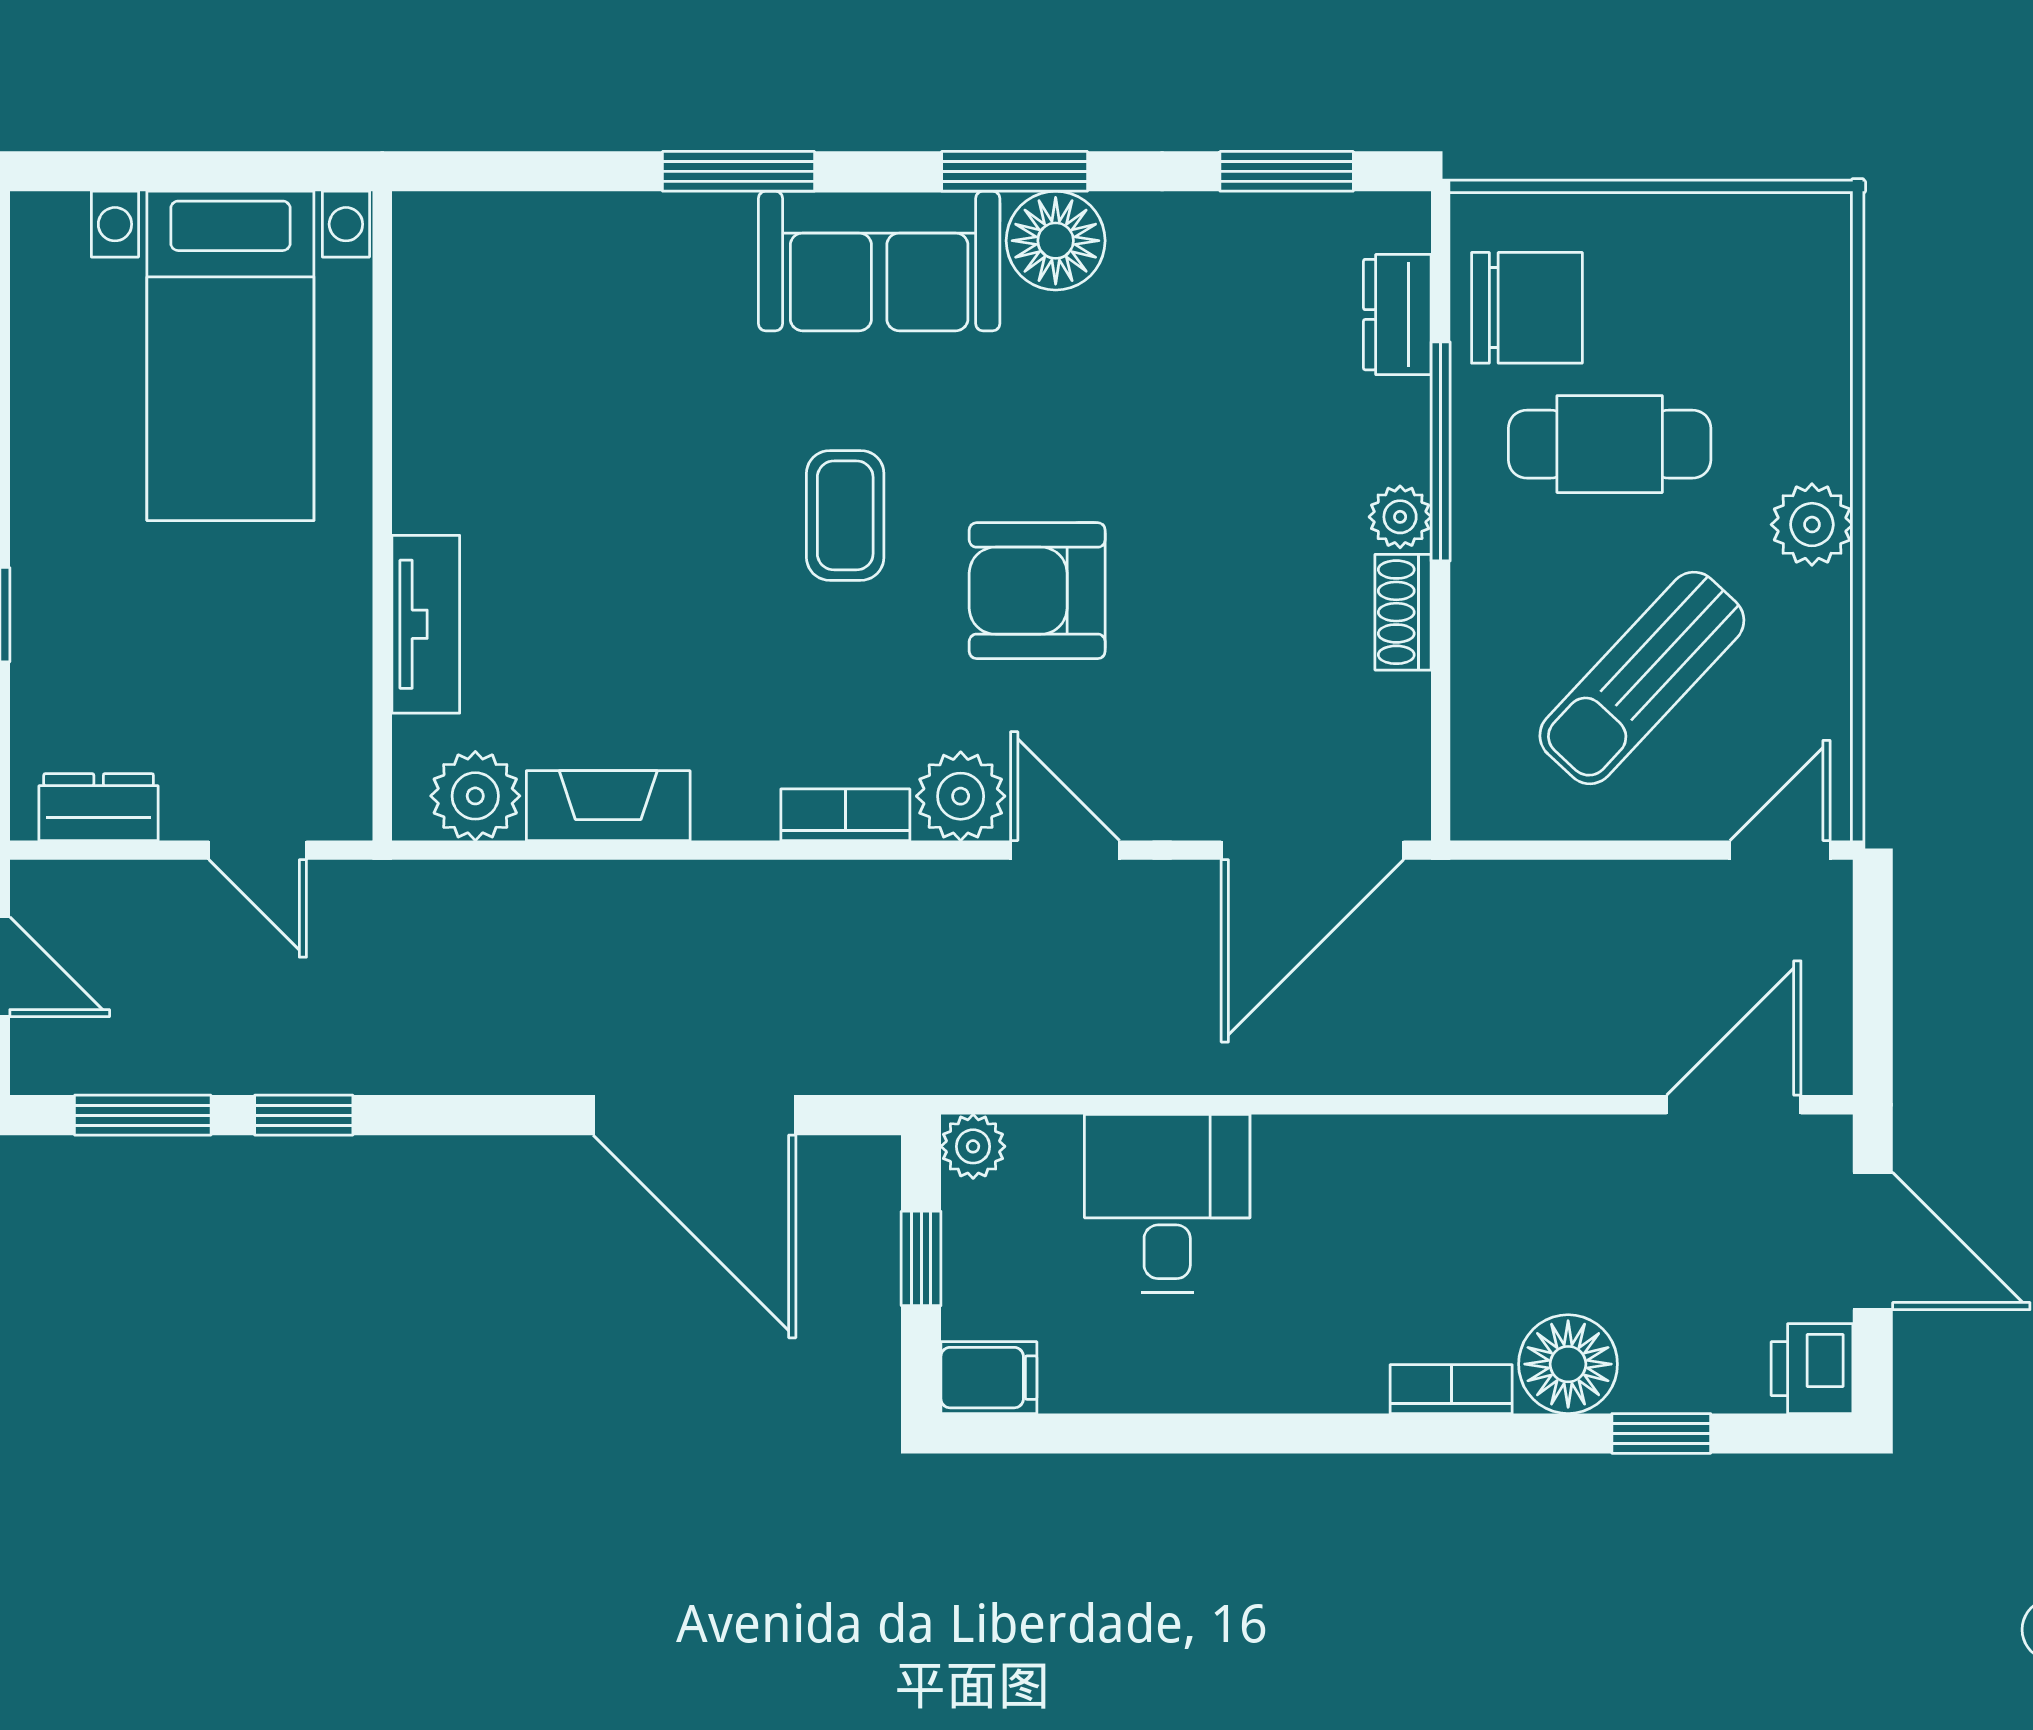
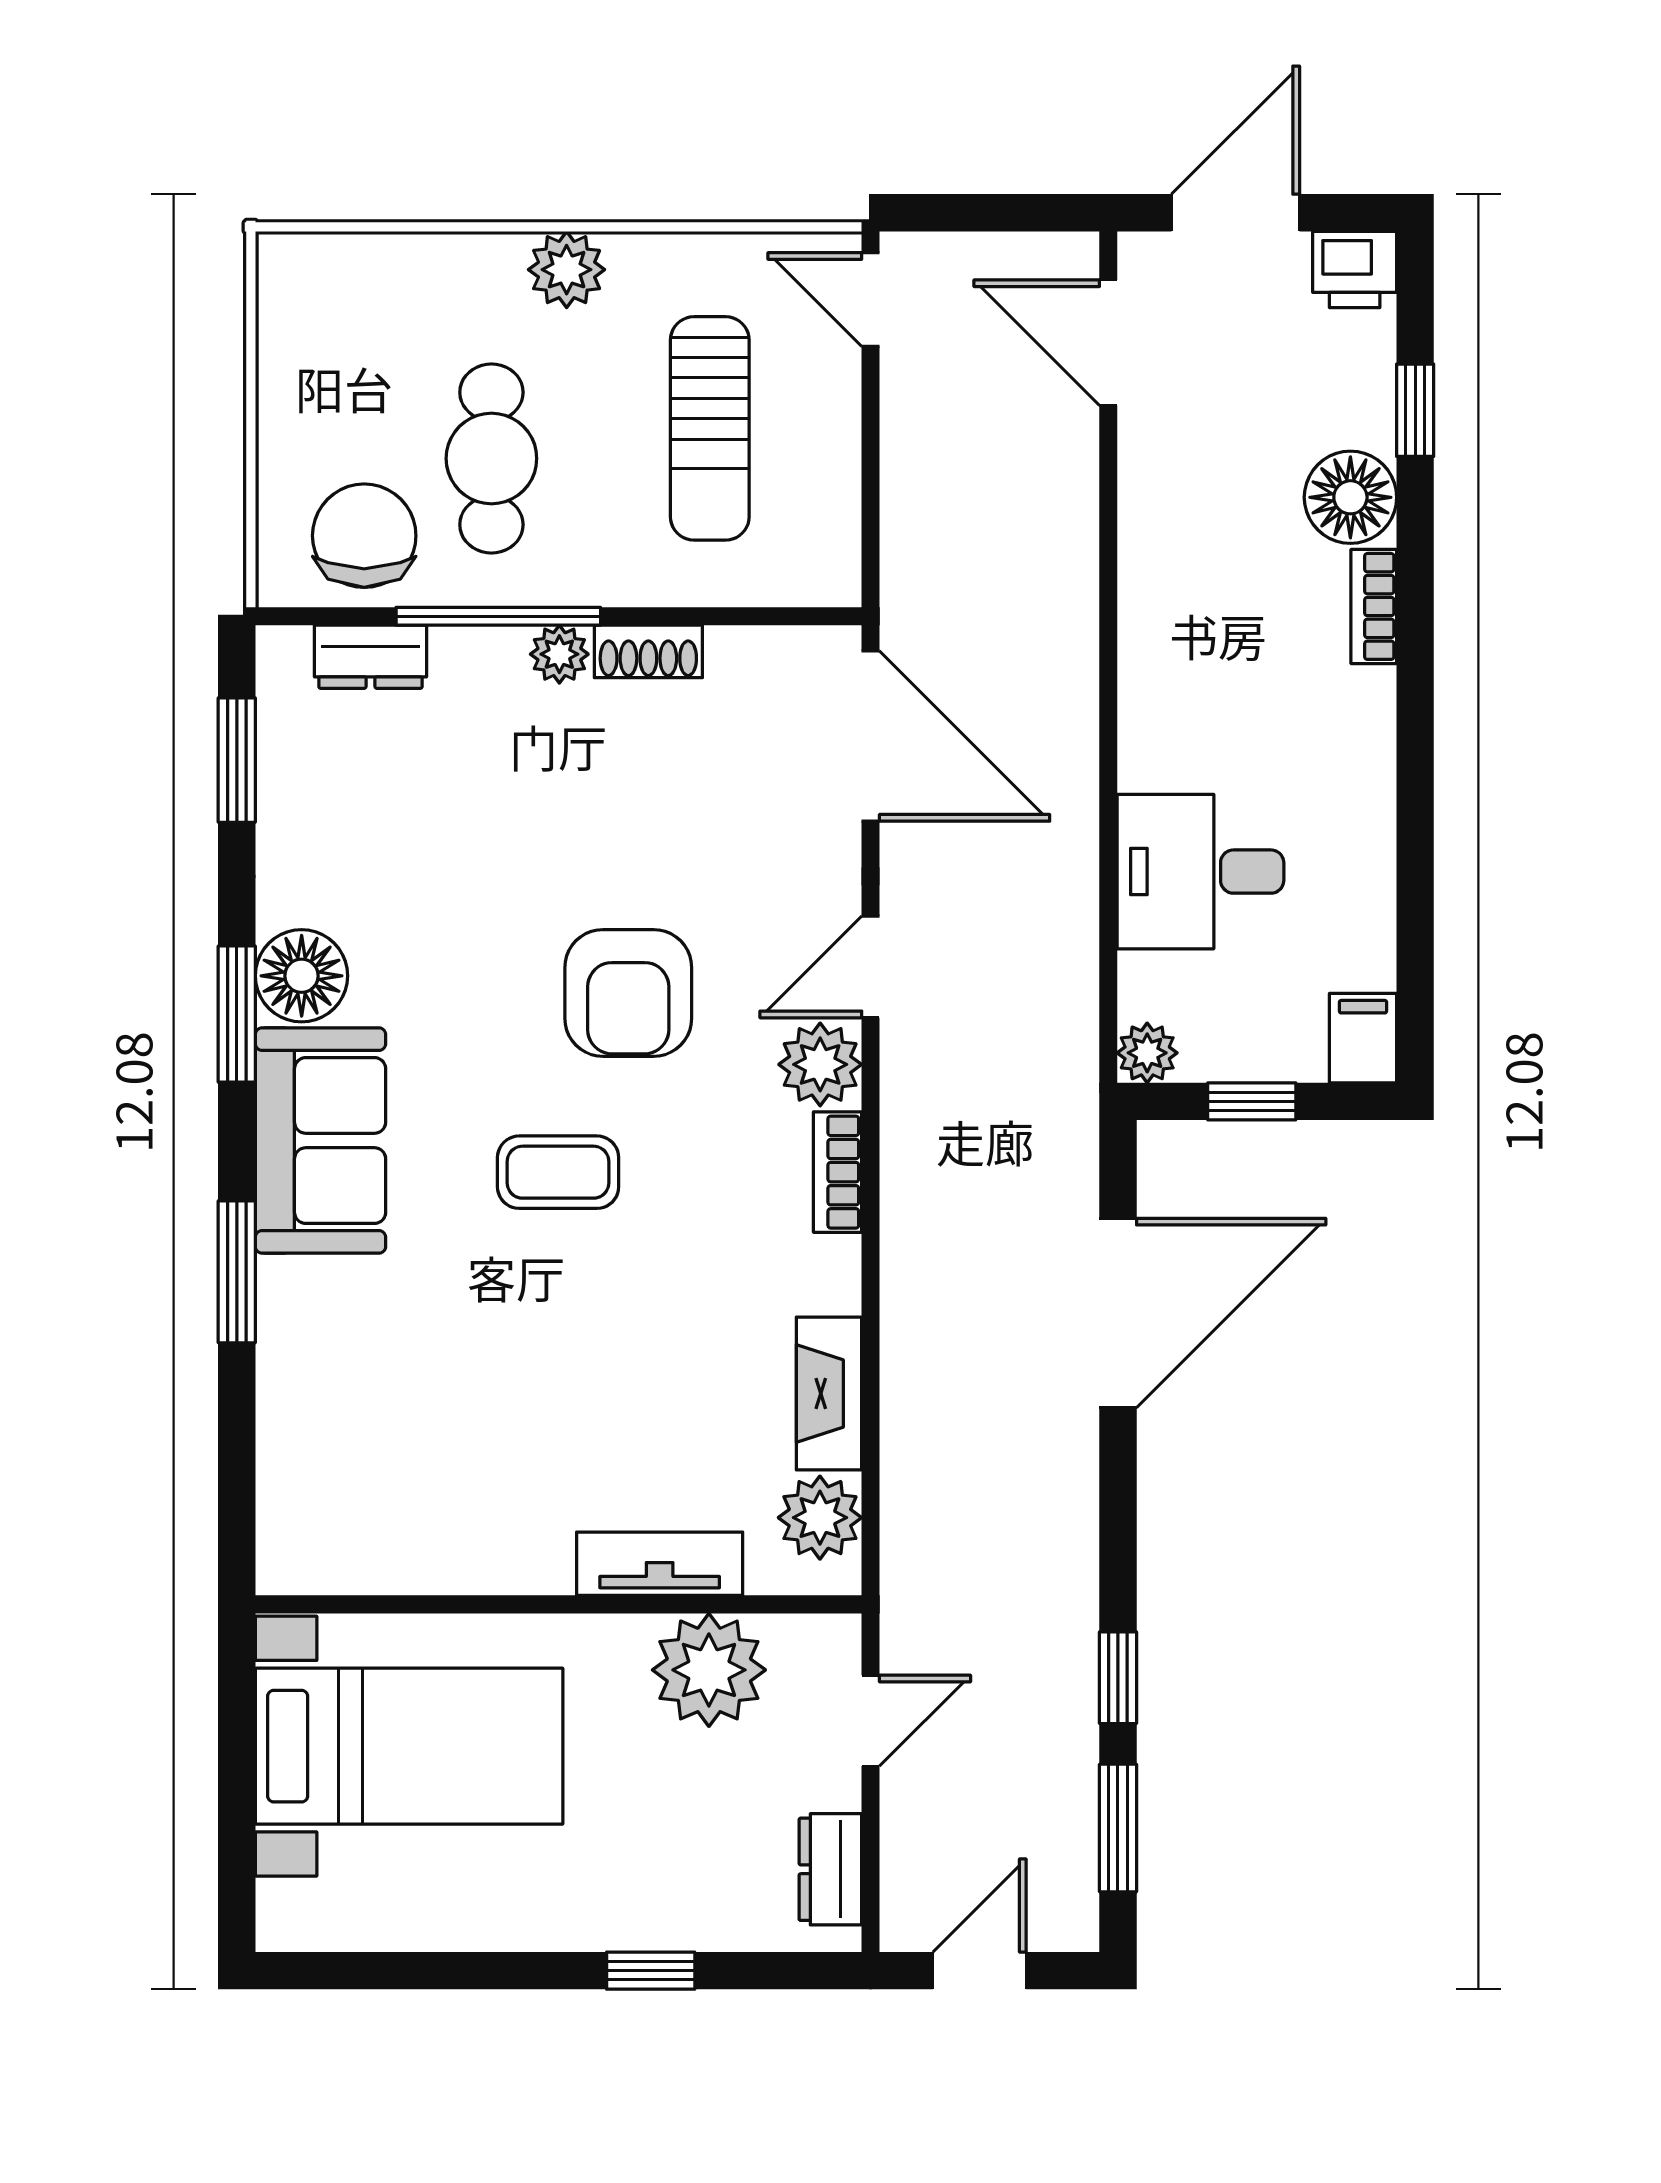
plant: (312, 677) -> (709, 1670), added
sun lounger: (1642, 678) -> (710, 428), turned 47

